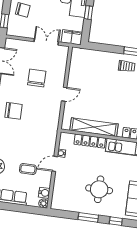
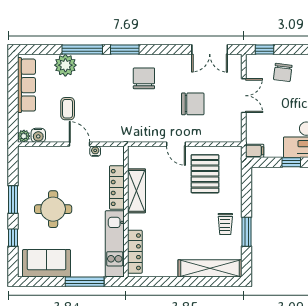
filing cabinet: (72, 37) -> (255, 151), width x0.50
double door: (46, 42) -> (244, 96), moved
pallet: (88, 76) -> (205, 174), added
chair: (13, 111) -> (144, 78), turned 180
shelving: (94, 127) -> (137, 191), width x0.68

